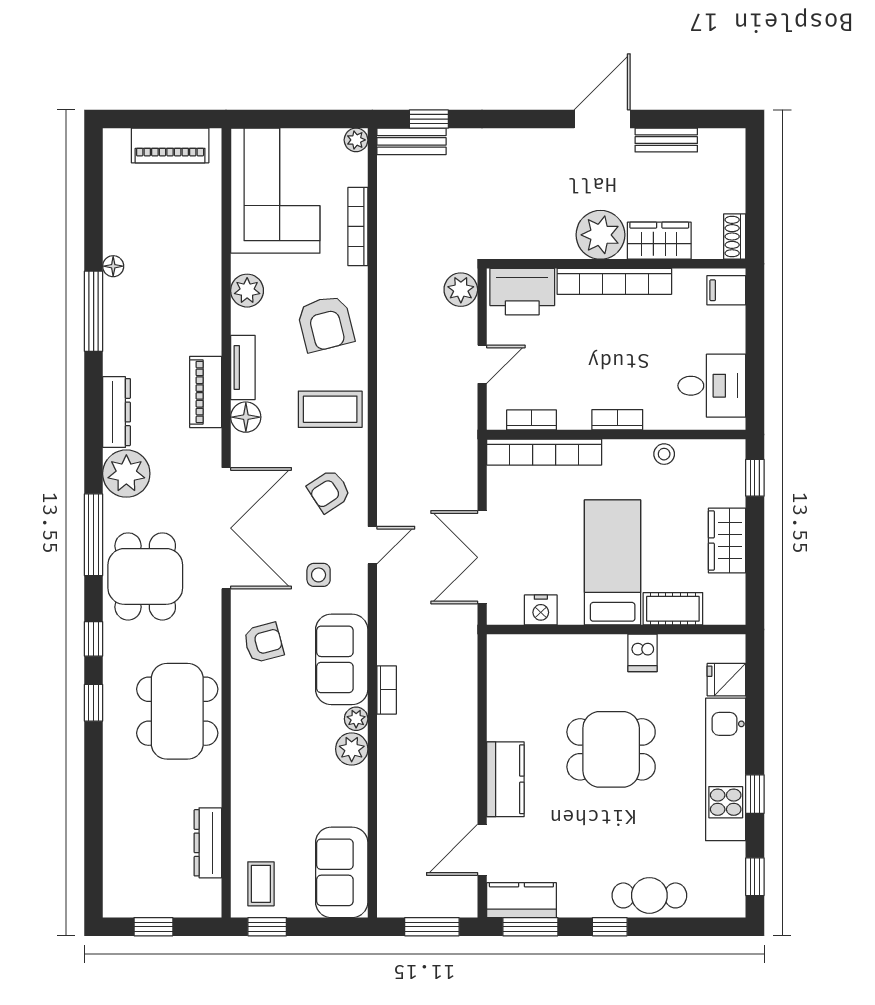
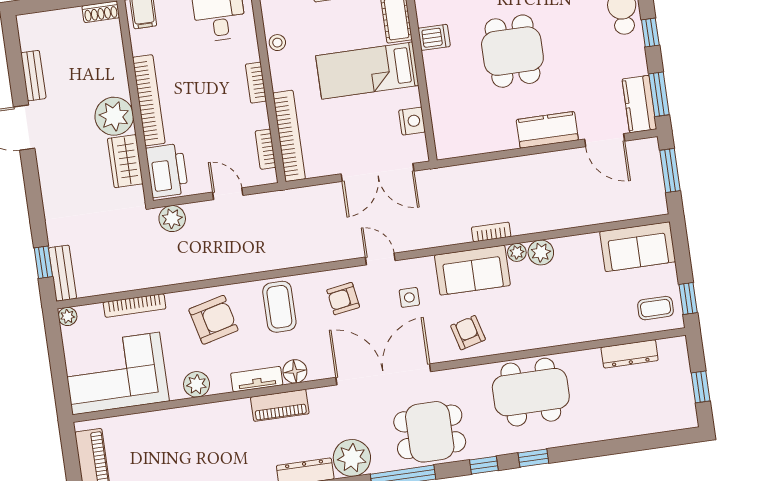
wardrobe: (659, 241) -> (125, 161), moved
armchair: (329, 491) -> (343, 299), turned 114

